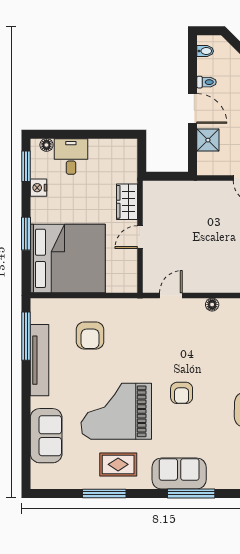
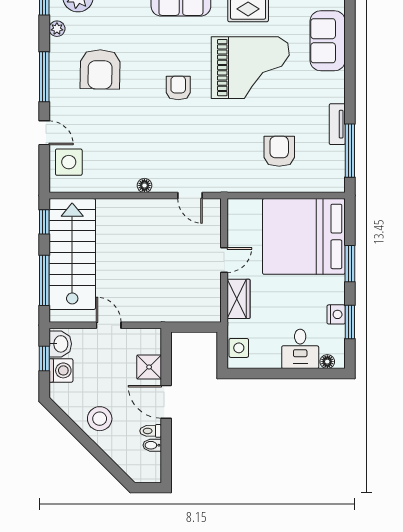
bidet: (205, 51) -> (152, 445), moved
side table: (127, 157) -> (239, 348), added
window: (26, 166) -> (350, 322), moved
door: (171, 295) -> (190, 196), hinge flipped
tv unit: (39, 360) -> (337, 124), width x0.52, depth x0.78

